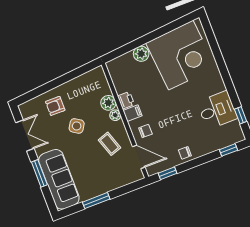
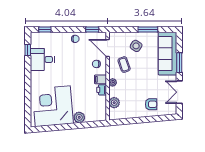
plant: (108, 103) -> (114, 103), moved
side table: (77, 126) -> (136, 46), moved

